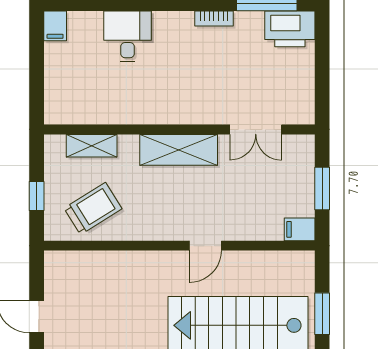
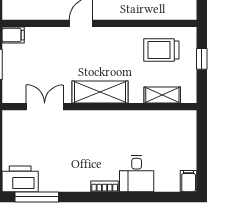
bookcase: (214, 18) -> (105, 186), moved
trolley: (93, 208) -> (161, 50), turned 32

